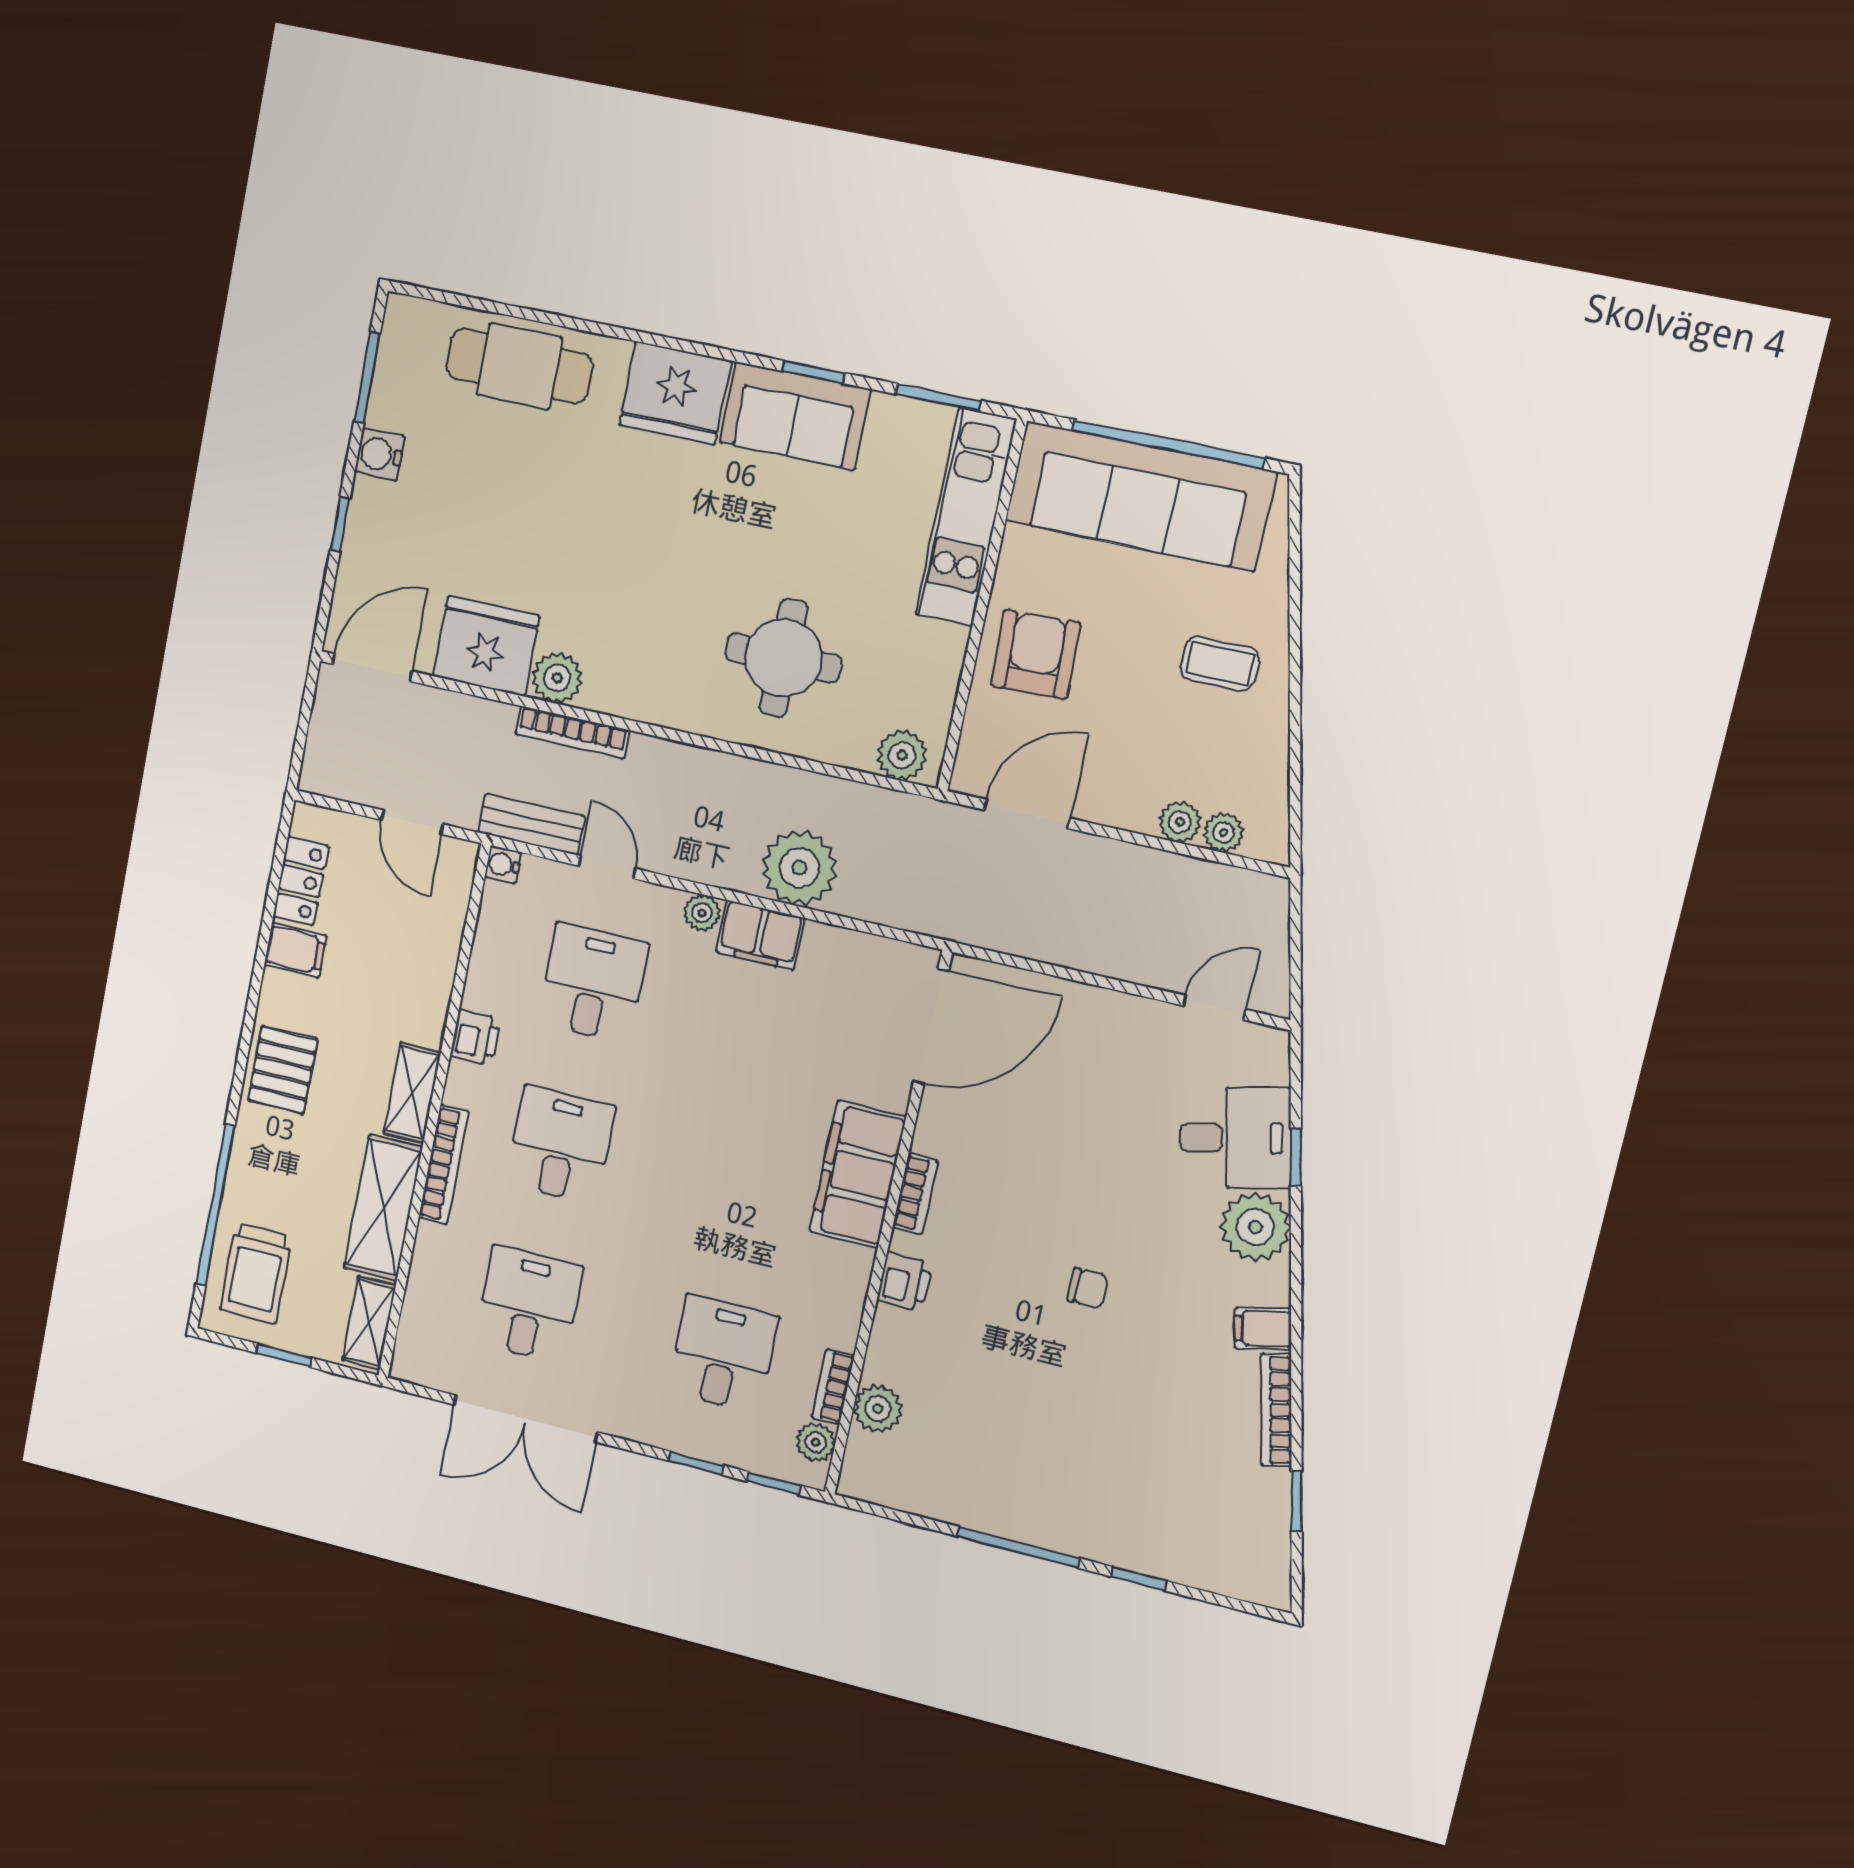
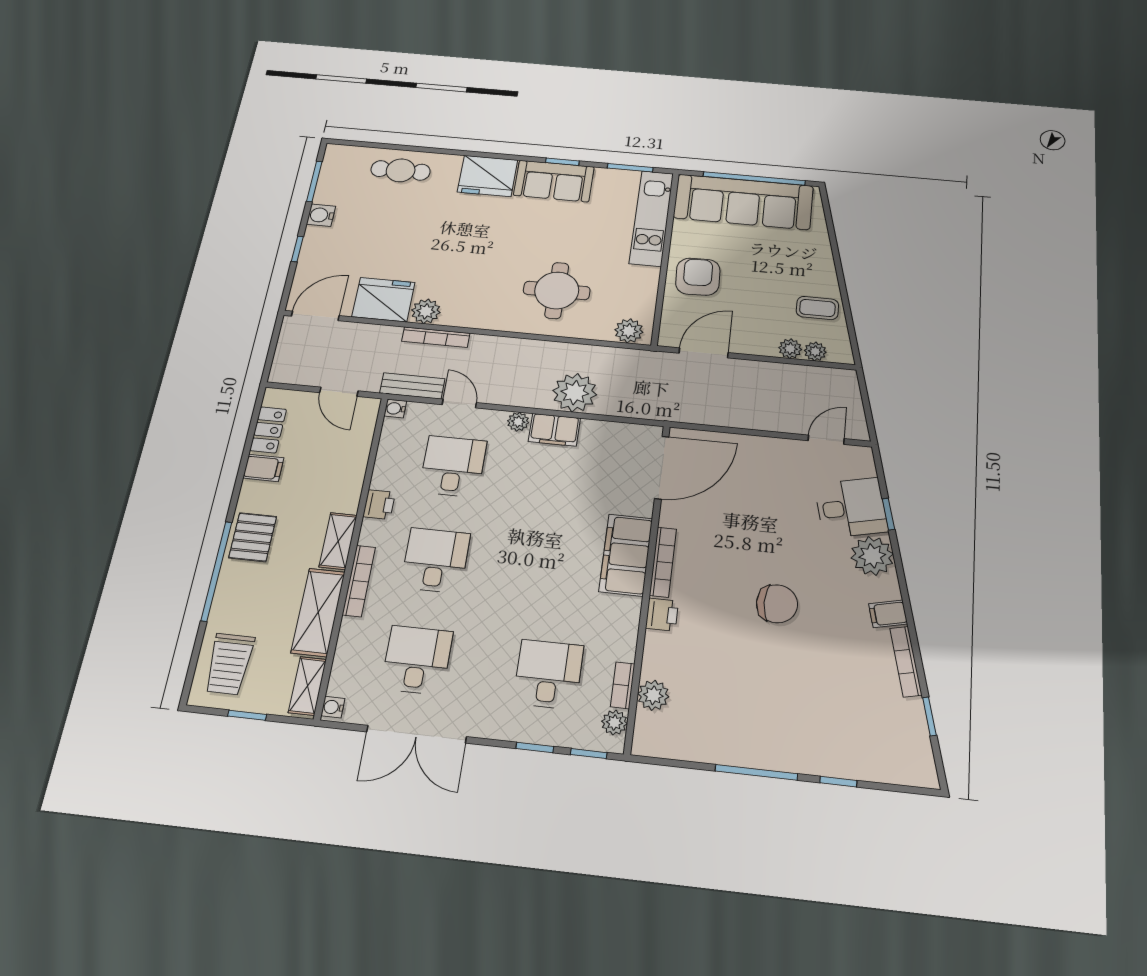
cafe table: (519, 366) -> (401, 170), width x0.73, depth x0.74
coffee table: (1220, 664) -> (817, 308), moved
bookcase: (915, 1194) -> (663, 562), width x1.56
window: (215, 1205) -> (216, 571), moved
chair: (1088, 1288) -> (777, 604), width x1.87, depth x1.87
water cooler: (406, 1361) -> (333, 707), added

